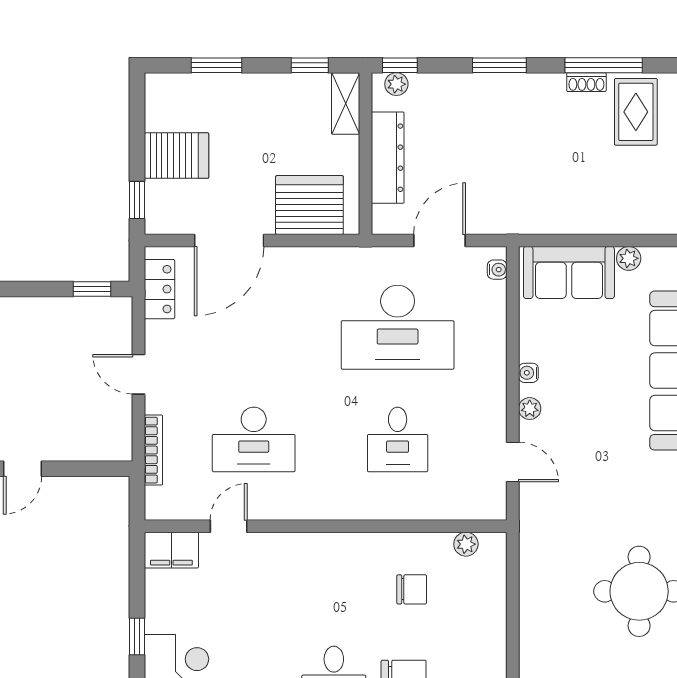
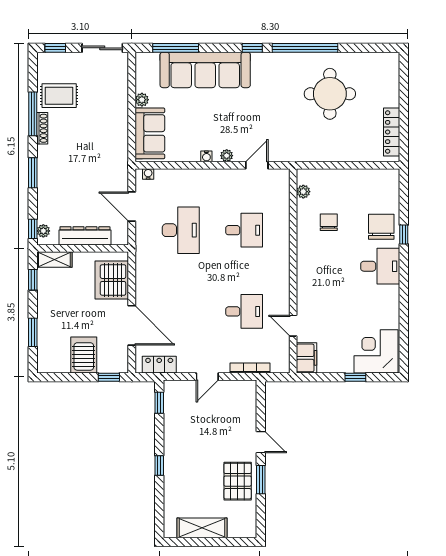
shoe rack: (586, 82) -> (42, 128), width x1.43
desk: (398, 327) -> (181, 230), width x0.73, depth x0.77
desk: (254, 439) -> (244, 311), width x0.73

